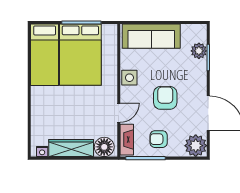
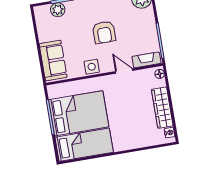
sofa: (151, 36) -> (53, 60), width x0.73
armchair: (165, 98) -> (104, 32), turned -90
armchair: (159, 139) -> (141, 32), removed
floor lamp: (104, 147) -> (160, 74), width x0.53, depth x0.53

